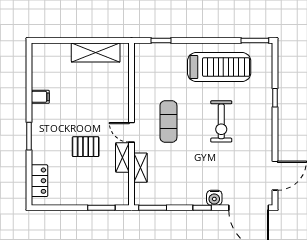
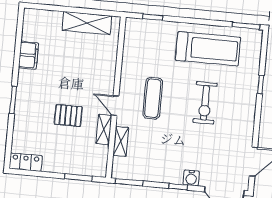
filing cabinet: (40, 97) -> (28, 55), width x2.00
locker: (39, 181) -> (26, 162), moved, turned -90

